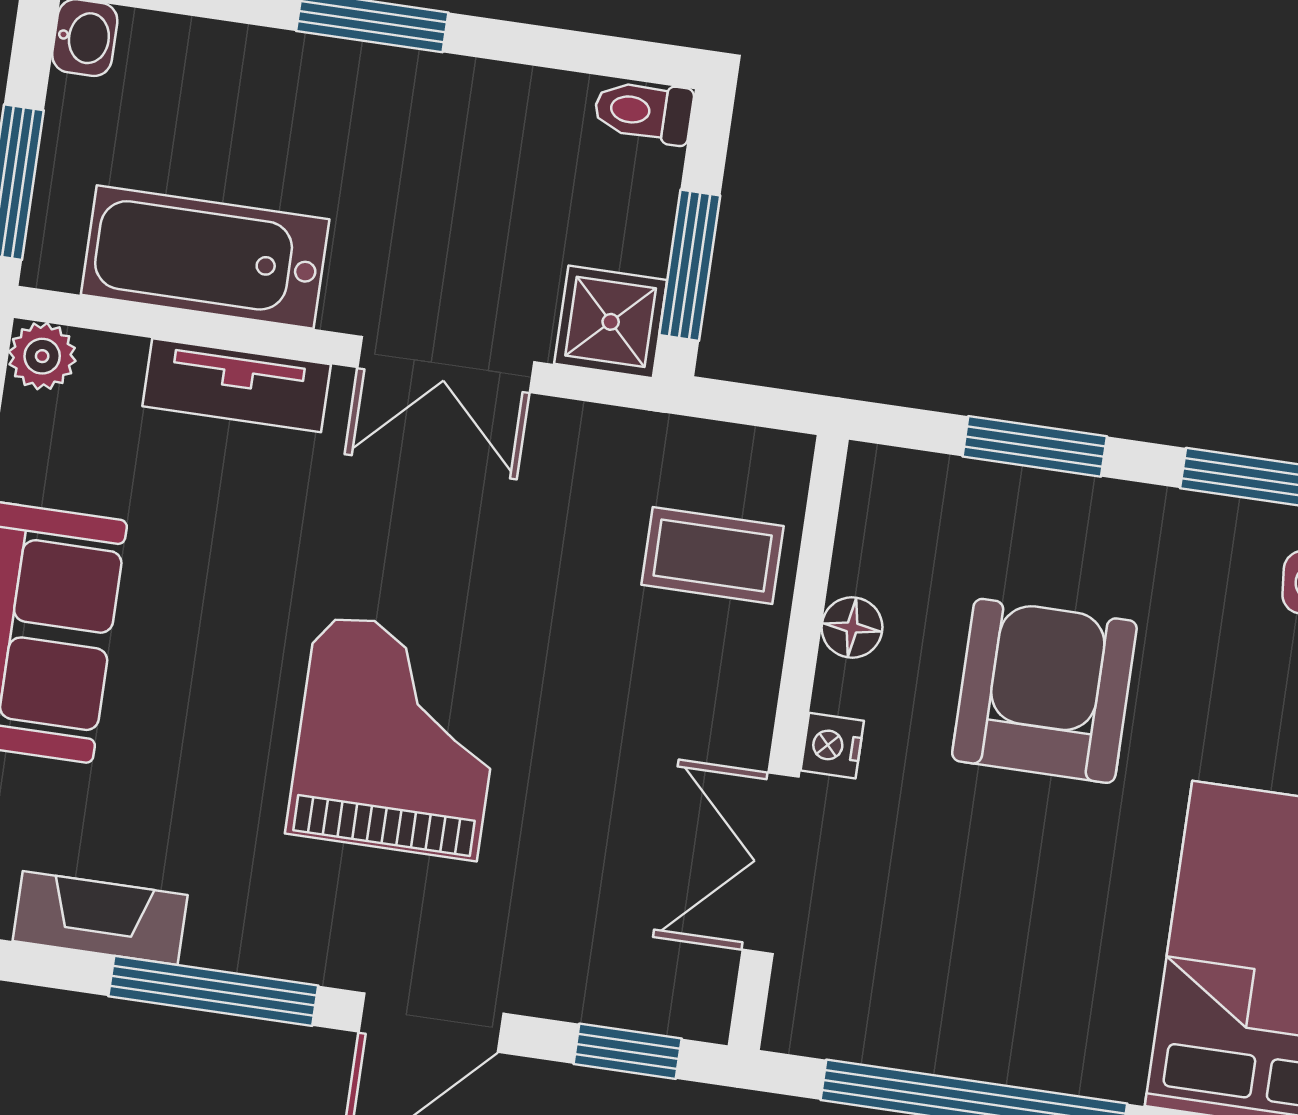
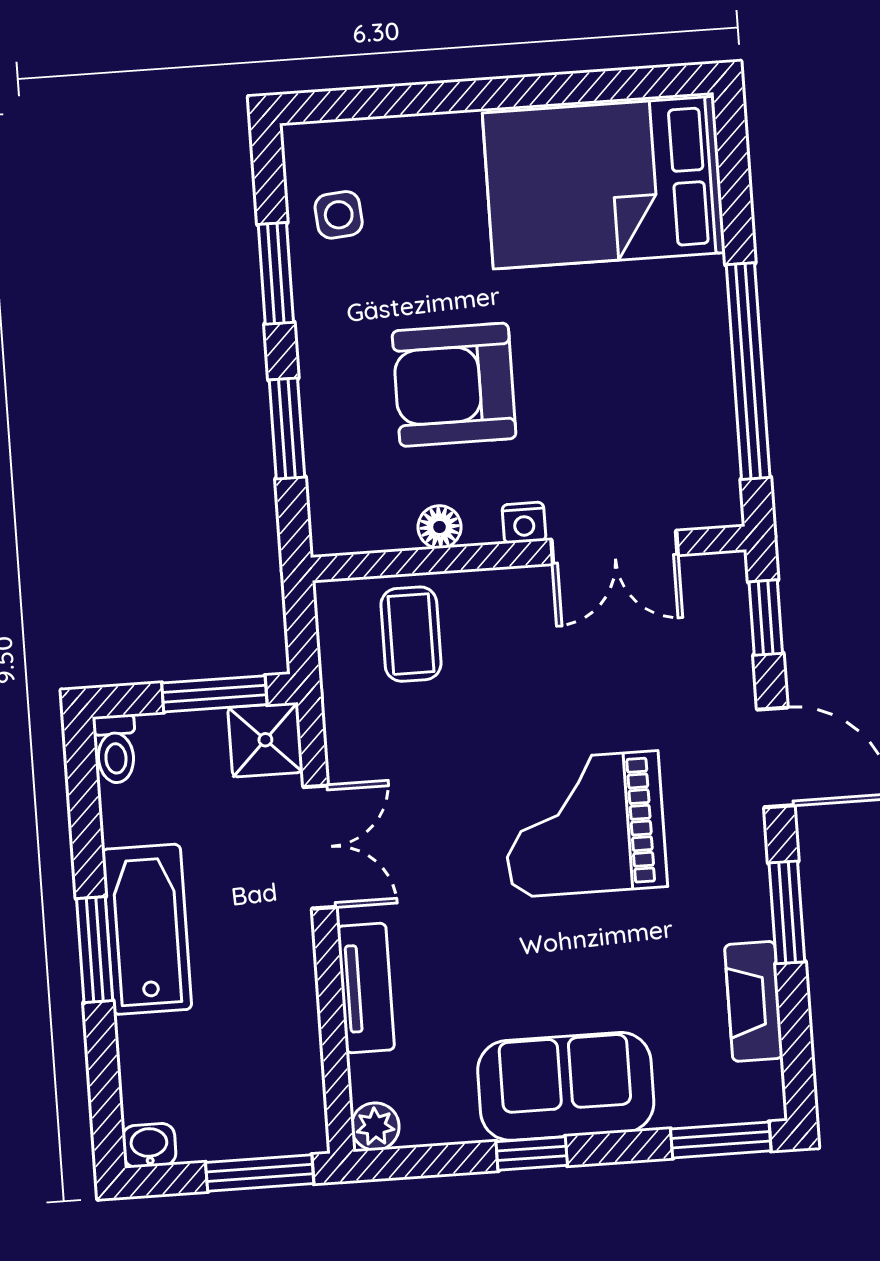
bathtub: (205, 257) -> (147, 929), moved, turned 180
window: (213, 991) -> (787, 912), width x0.69

